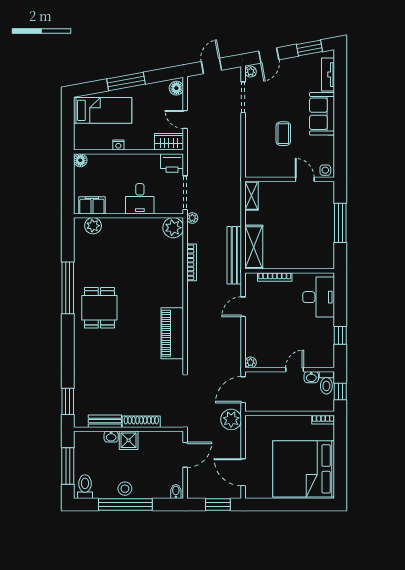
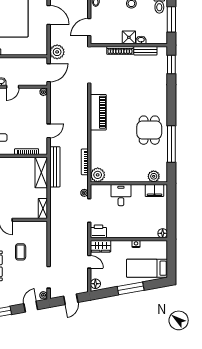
desk: (140, 199) -> (121, 195), moved
filing cabinet: (92, 205) -> (154, 191), moved
wall: (128, 216) -> (129, 183), moved
plant: (93, 226) -> (154, 176), moved
plant: (173, 228) -> (98, 175), moved

